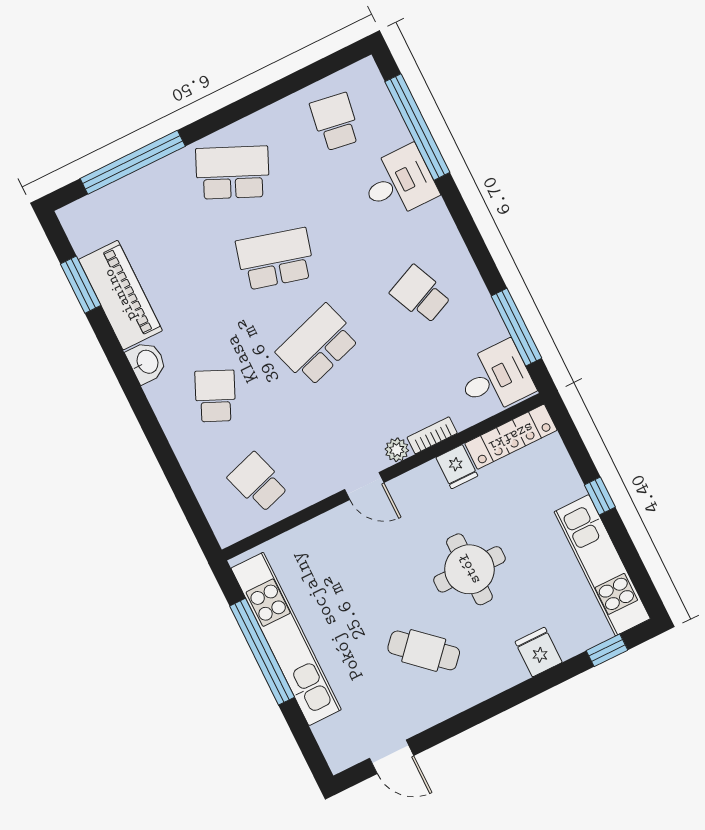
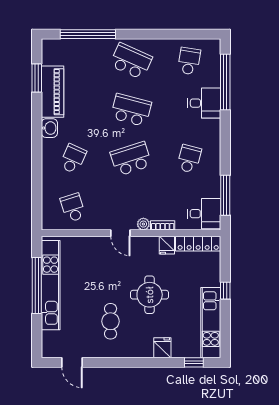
school desk: (421, 294) -> (189, 159), turned 39
cafe table: (424, 650) -> (111, 321), turned 48

